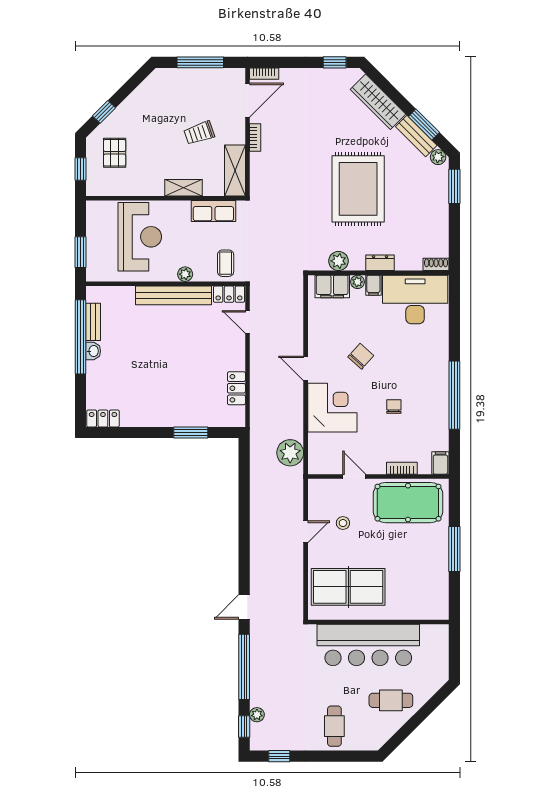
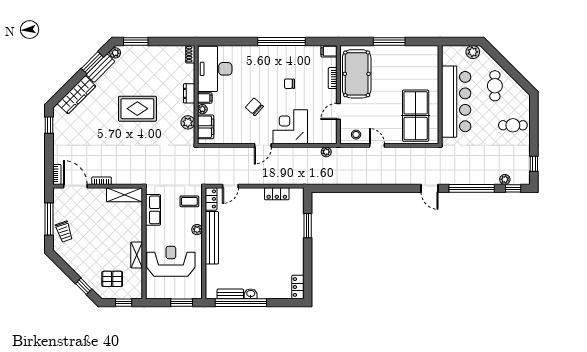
trolley: (199, 133) -> (64, 232), moved
shelving: (183, 188) -> (137, 255), moved
rug: (358, 189) -> (137, 109), width x0.73, depth x0.69
plant: (290, 453) -> (326, 152), width x0.53, depth x0.53
stool: (343, 523) -> (356, 135), moved
plant: (439, 669) -> (473, 52), added

